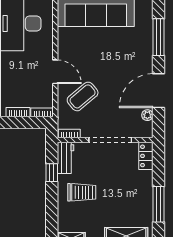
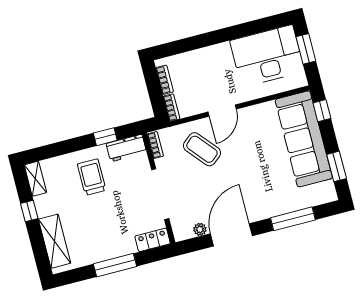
door: (159, 91) -> (231, 235), hinge flipped
trolley: (82, 192) -> (92, 177), turned 180
window: (159, 204) -> (115, 265), moved

